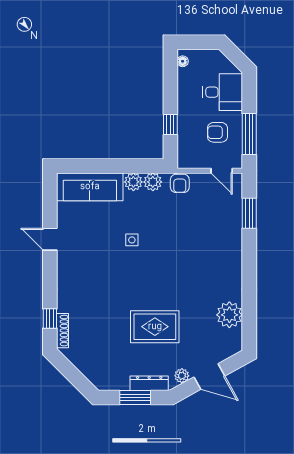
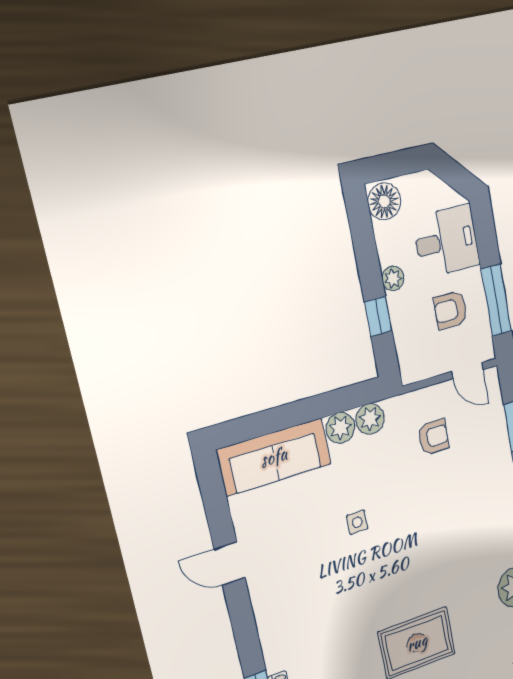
floor lamp: (183, 61) -> (384, 201), width x1.89, depth x1.89
plant: (184, 105) -> (393, 278), added
armchair: (180, 183) -> (433, 437), moved, turned -90

